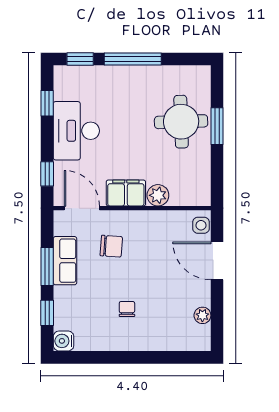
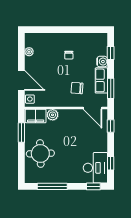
window: (133, 59) -> (52, 186), moved
window: (217, 126) -> (21, 133), moved
desk: (76, 131) -> (95, 168), moved
filing cabinet: (126, 193) -> (36, 116), moved
window: (47, 266) -> (111, 88), moved
water cooler: (64, 341) -> (102, 62), moved

